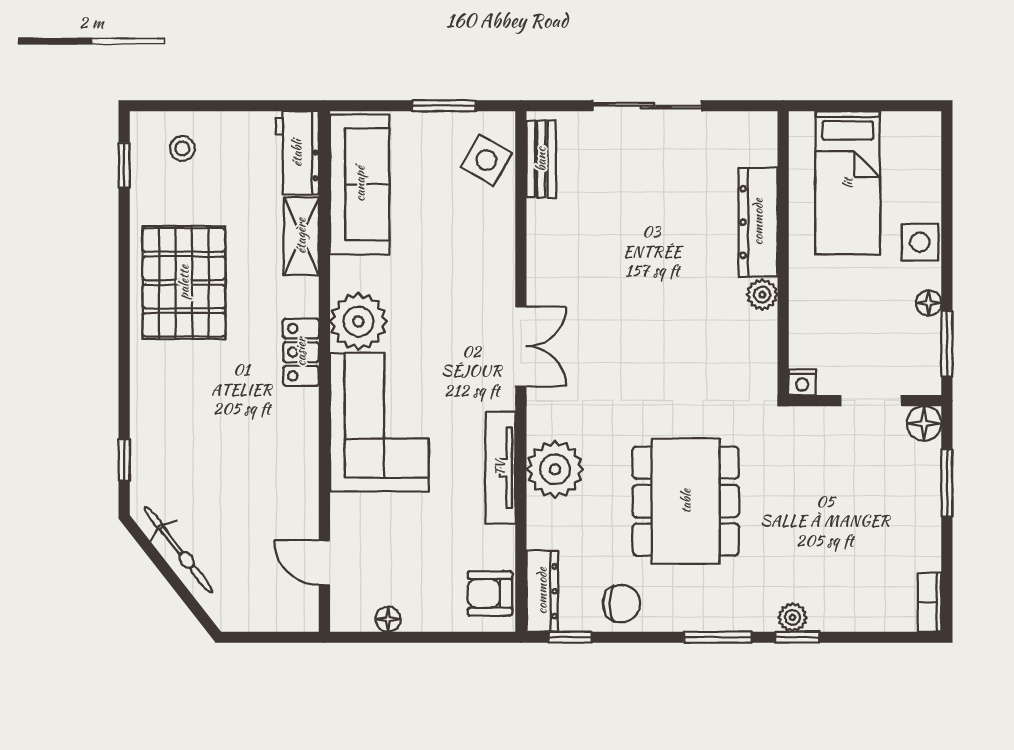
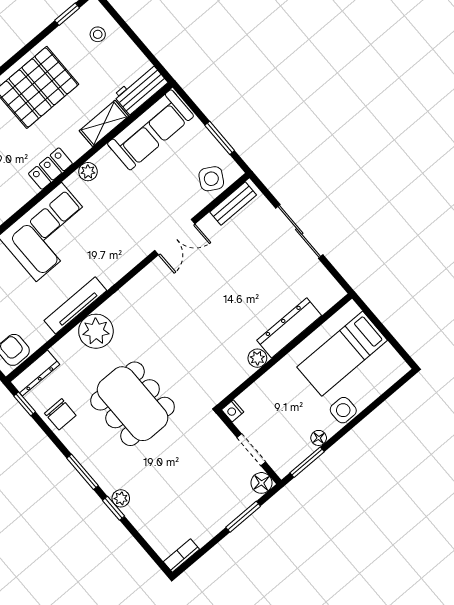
plant: (358, 321) -> (88, 172), width x0.53, depth x0.53
double door: (521, 347) -> (175, 237), moved
dining table: (686, 501) -> (133, 404), turned 90

